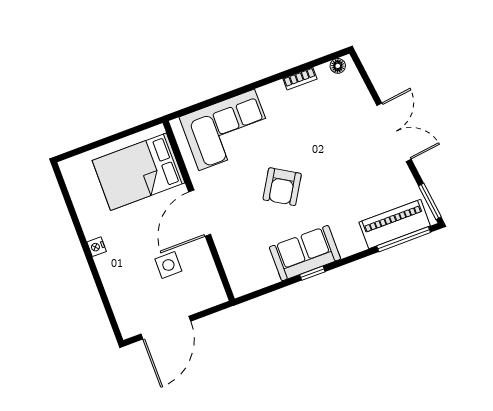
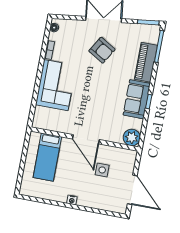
corner sofa: (227, 130) -> (56, 85), moved
bed: (139, 172) -> (47, 157), width x0.67
armchair: (282, 187) -> (102, 50), moved
piano: (395, 224) -> (146, 62), moved
plant: (243, 280) -> (132, 137), added

